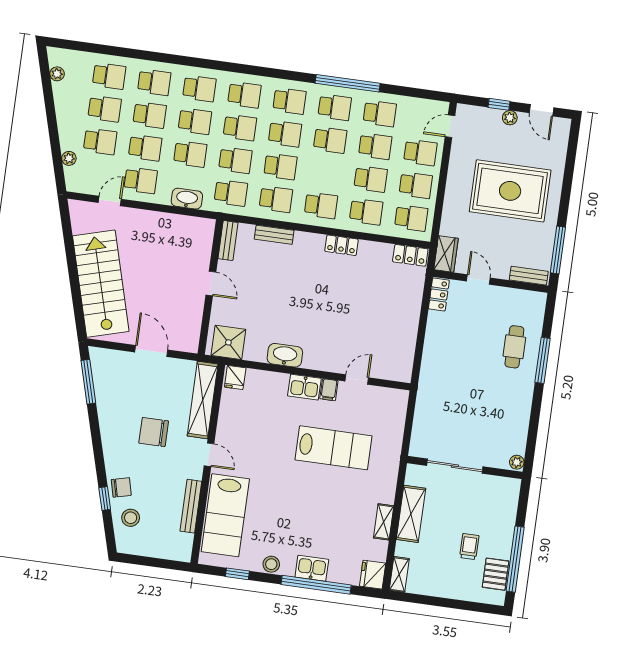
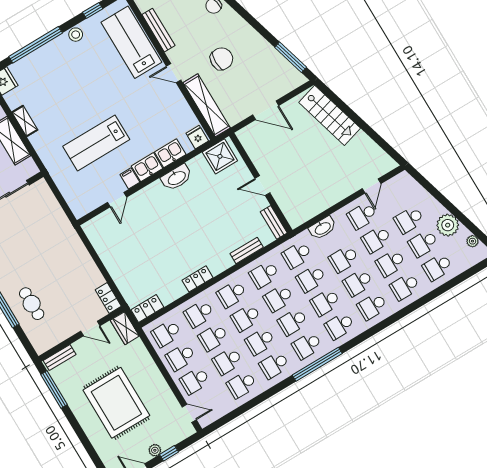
window: (348, 83) -> (317, 364), moved
door: (450, 126) -> (189, 413), hinge flipped
plant: (69, 158) -> (448, 225), moved, width x1.88, depth x1.88
school desk: (326, 173) -> (246, 318), added
rug: (510, 191) -> (116, 403), turned 90
stairs: (101, 284) -> (330, 115), width x0.73, depth x0.66
kitchen sink: (312, 568) -> (170, 153), moved, turned 180

